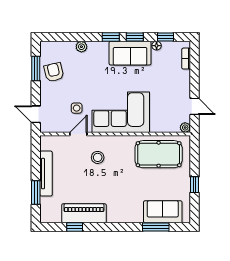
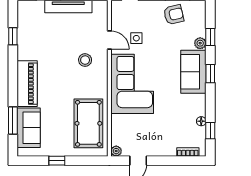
window: (135, 37) -> (210, 37), moved
sofa: (130, 53) -> (193, 72), moved
piano: (84, 213) -> (27, 84), moved

